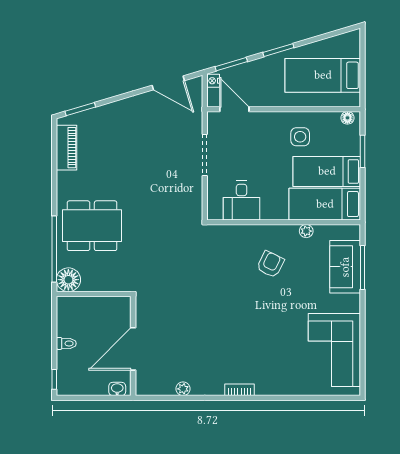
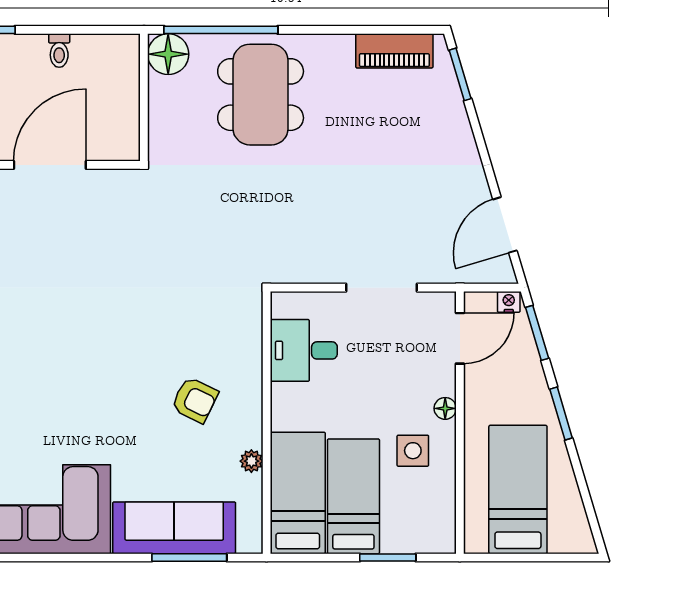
floor lamp: (347, 118) -> (445, 408), moved
sofa: (345, 267) -> (174, 528), width x1.36
door: (133, 349) -> (50, 165), hinge flipped

